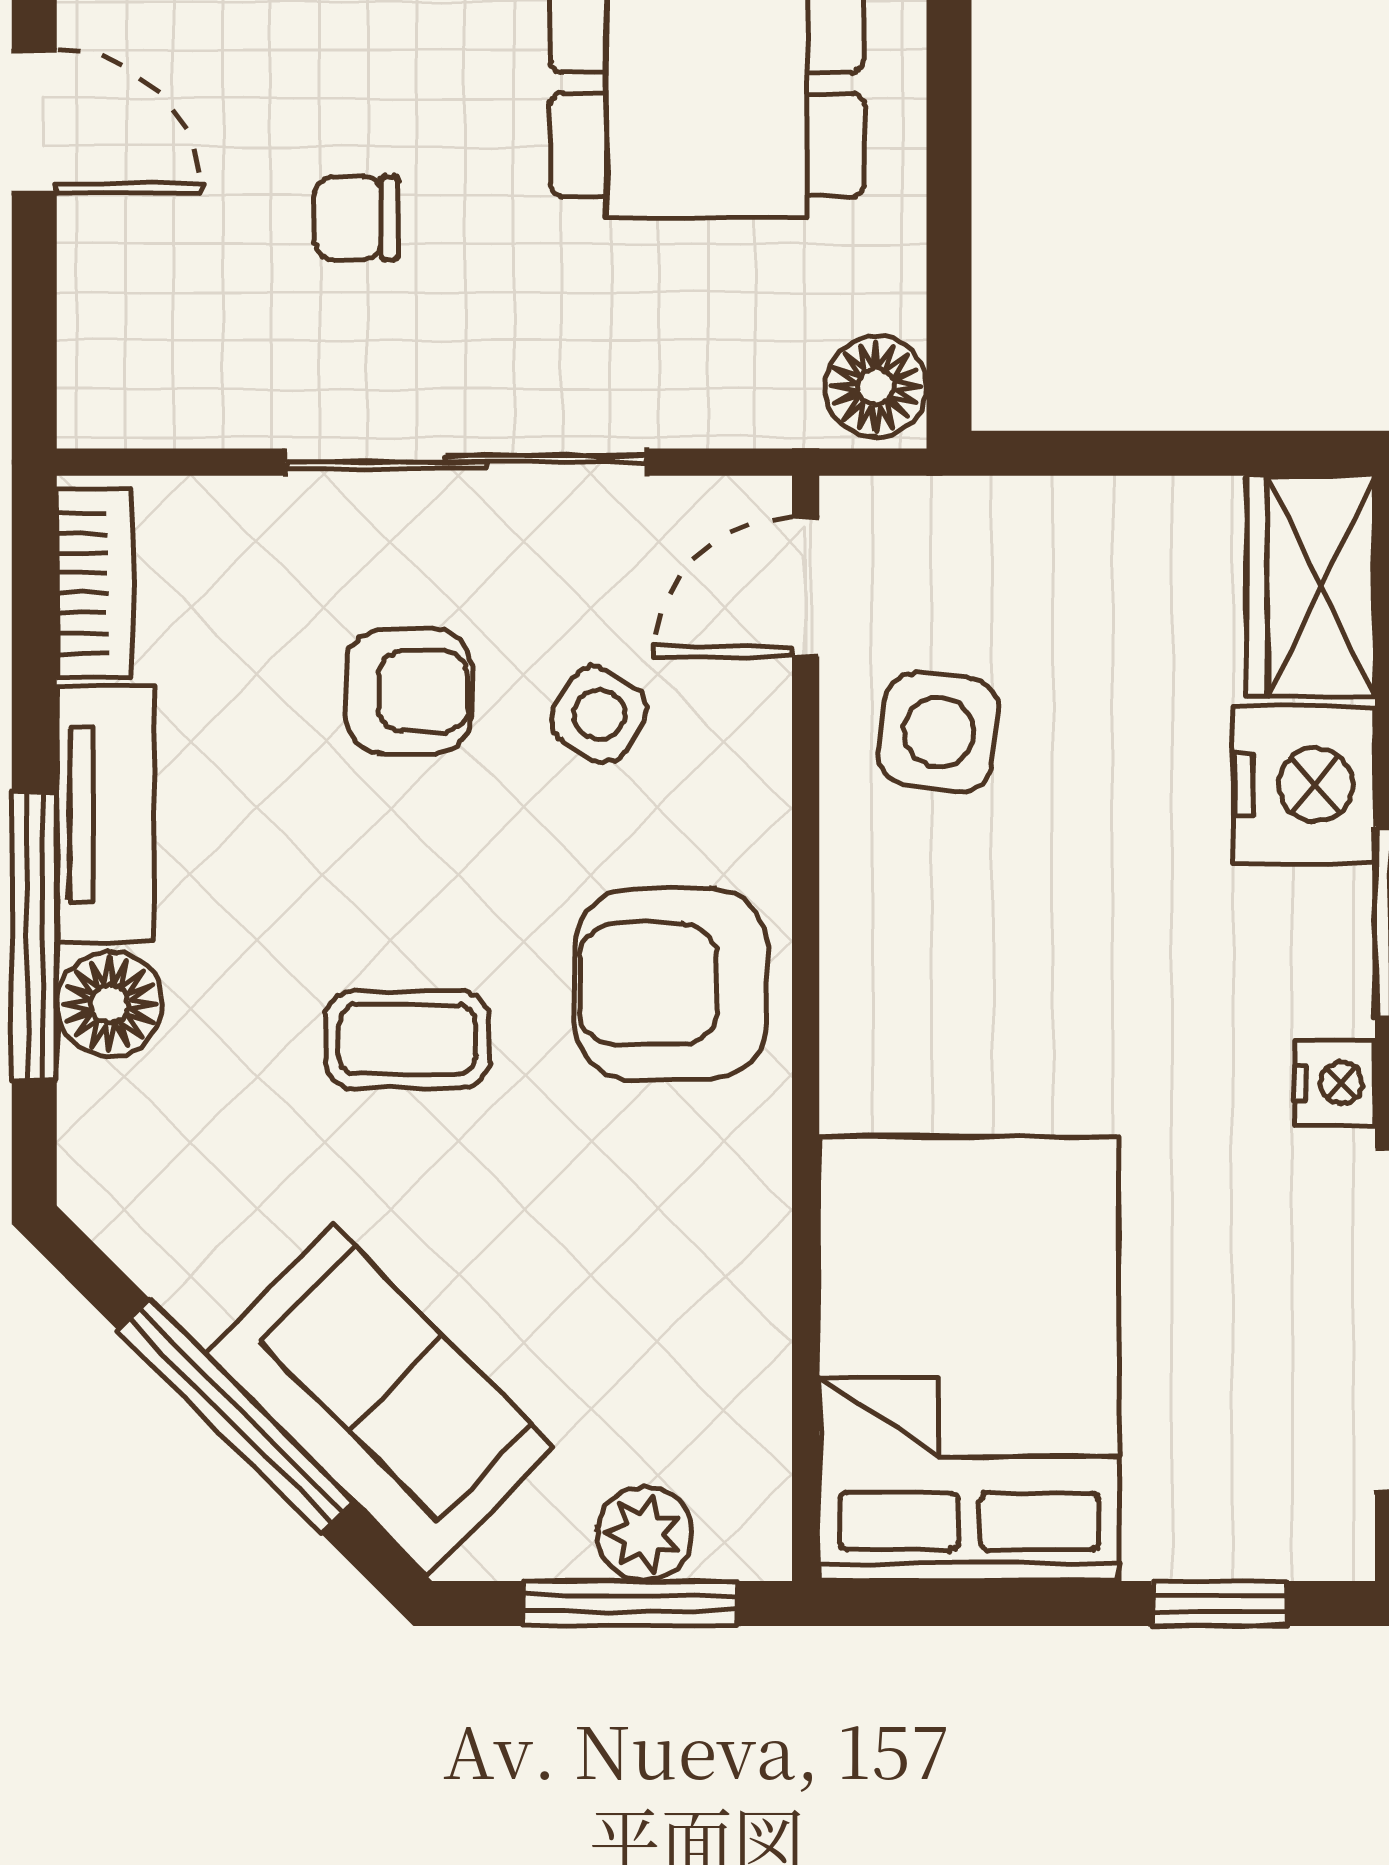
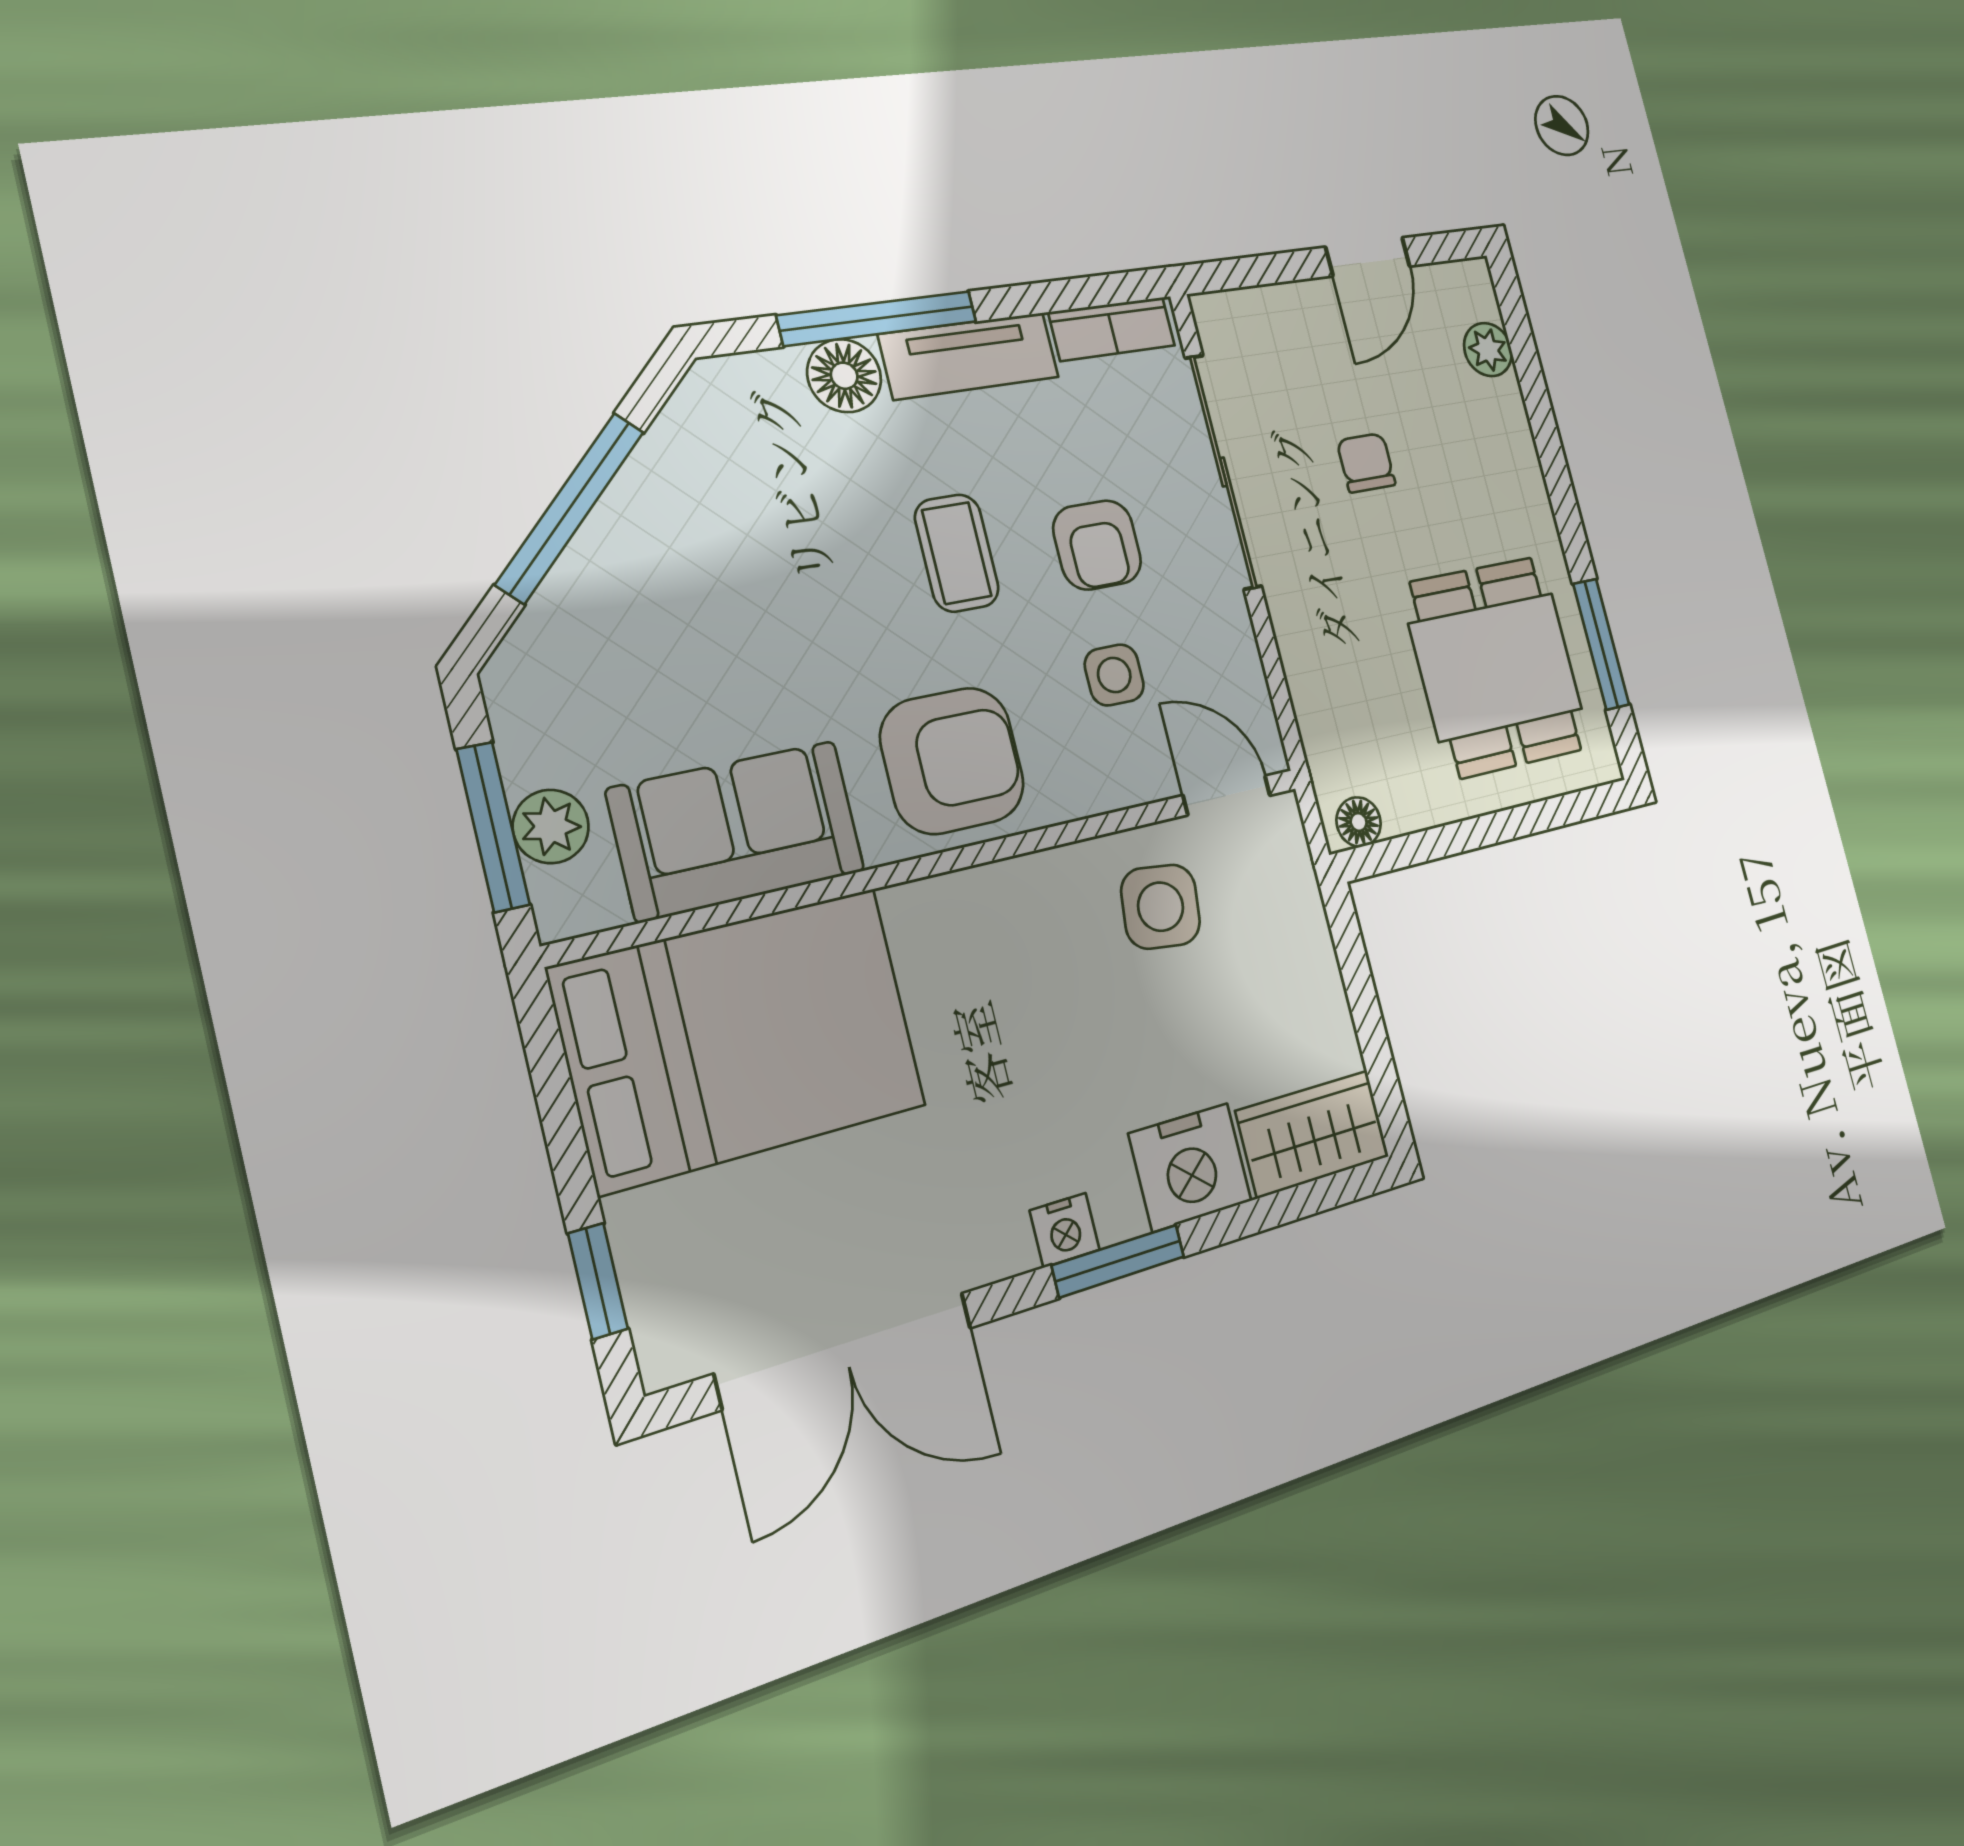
floor lamp: (876, 386) -> (1359, 822), width x0.73, depth x0.73
sliding door: (466, 462) -> (1223, 472), moved
side table: (599, 715) -> (1114, 675), turned -30
armchair: (671, 984) -> (952, 761), turned 90
coffee table: (407, 1039) -> (957, 553), moved
nightstand: (1335, 1083) -> (1065, 1230), moved
sofa: (380, 1400) -> (737, 830), moved, turned -135

